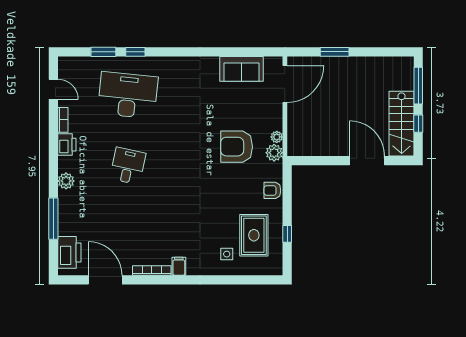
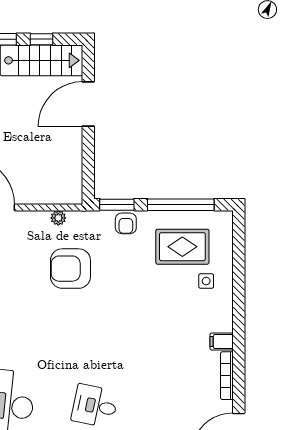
armchair: (237, 147) -> (70, 269), turned 90
plant: (274, 153) -> (78, 221), removed
window: (287, 183) -> (117, 205), added
window: (287, 234) -> (181, 205), width x3.17

